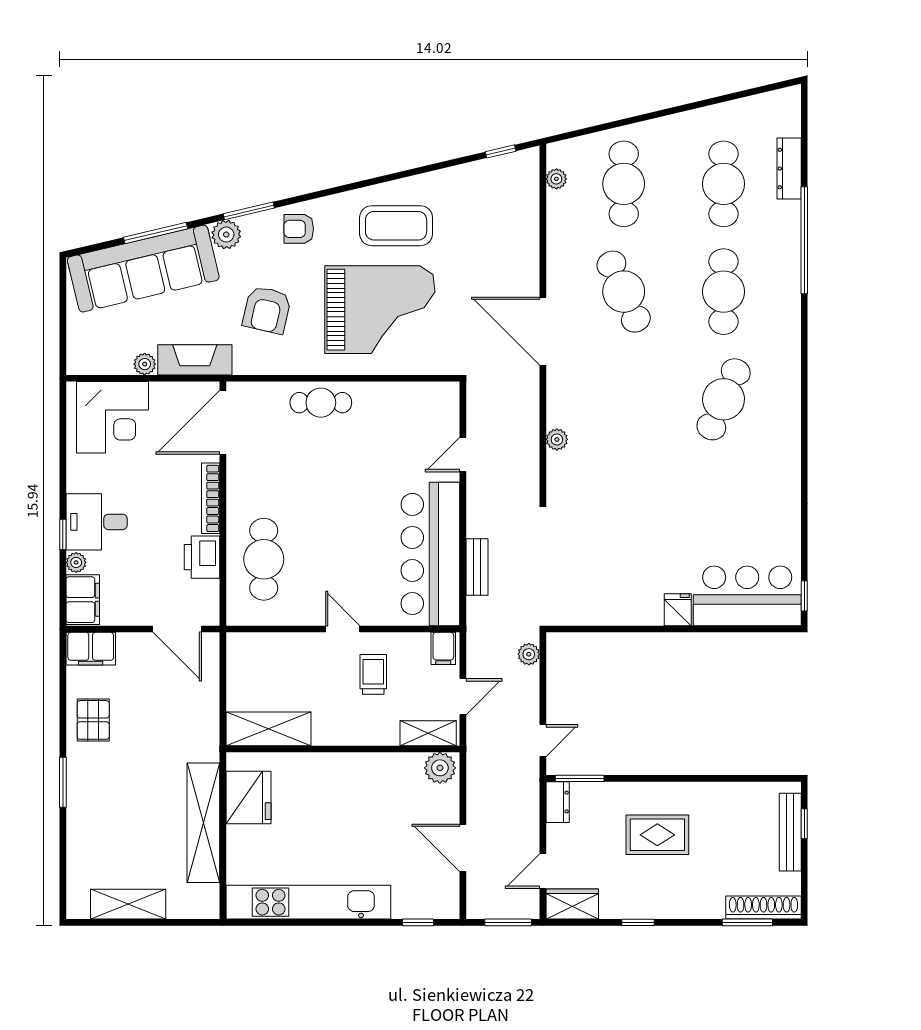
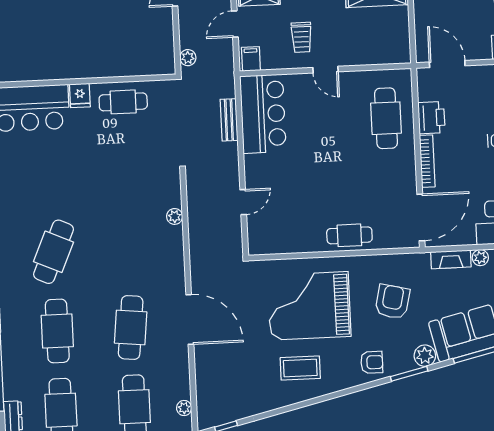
coffee table: (396, 226) -> (300, 368), width x0.73, depth x0.76
cafe table: (624, 292) -> (131, 327), turned 30
door: (543, 331) -> (190, 319), moved
fireplace: (195, 360) -> (451, 259), width x0.73, depth x0.76
bar counter: (430, 554) -> (263, 114), width x0.73
cafe table: (619, 598) -> (123, 102), added

